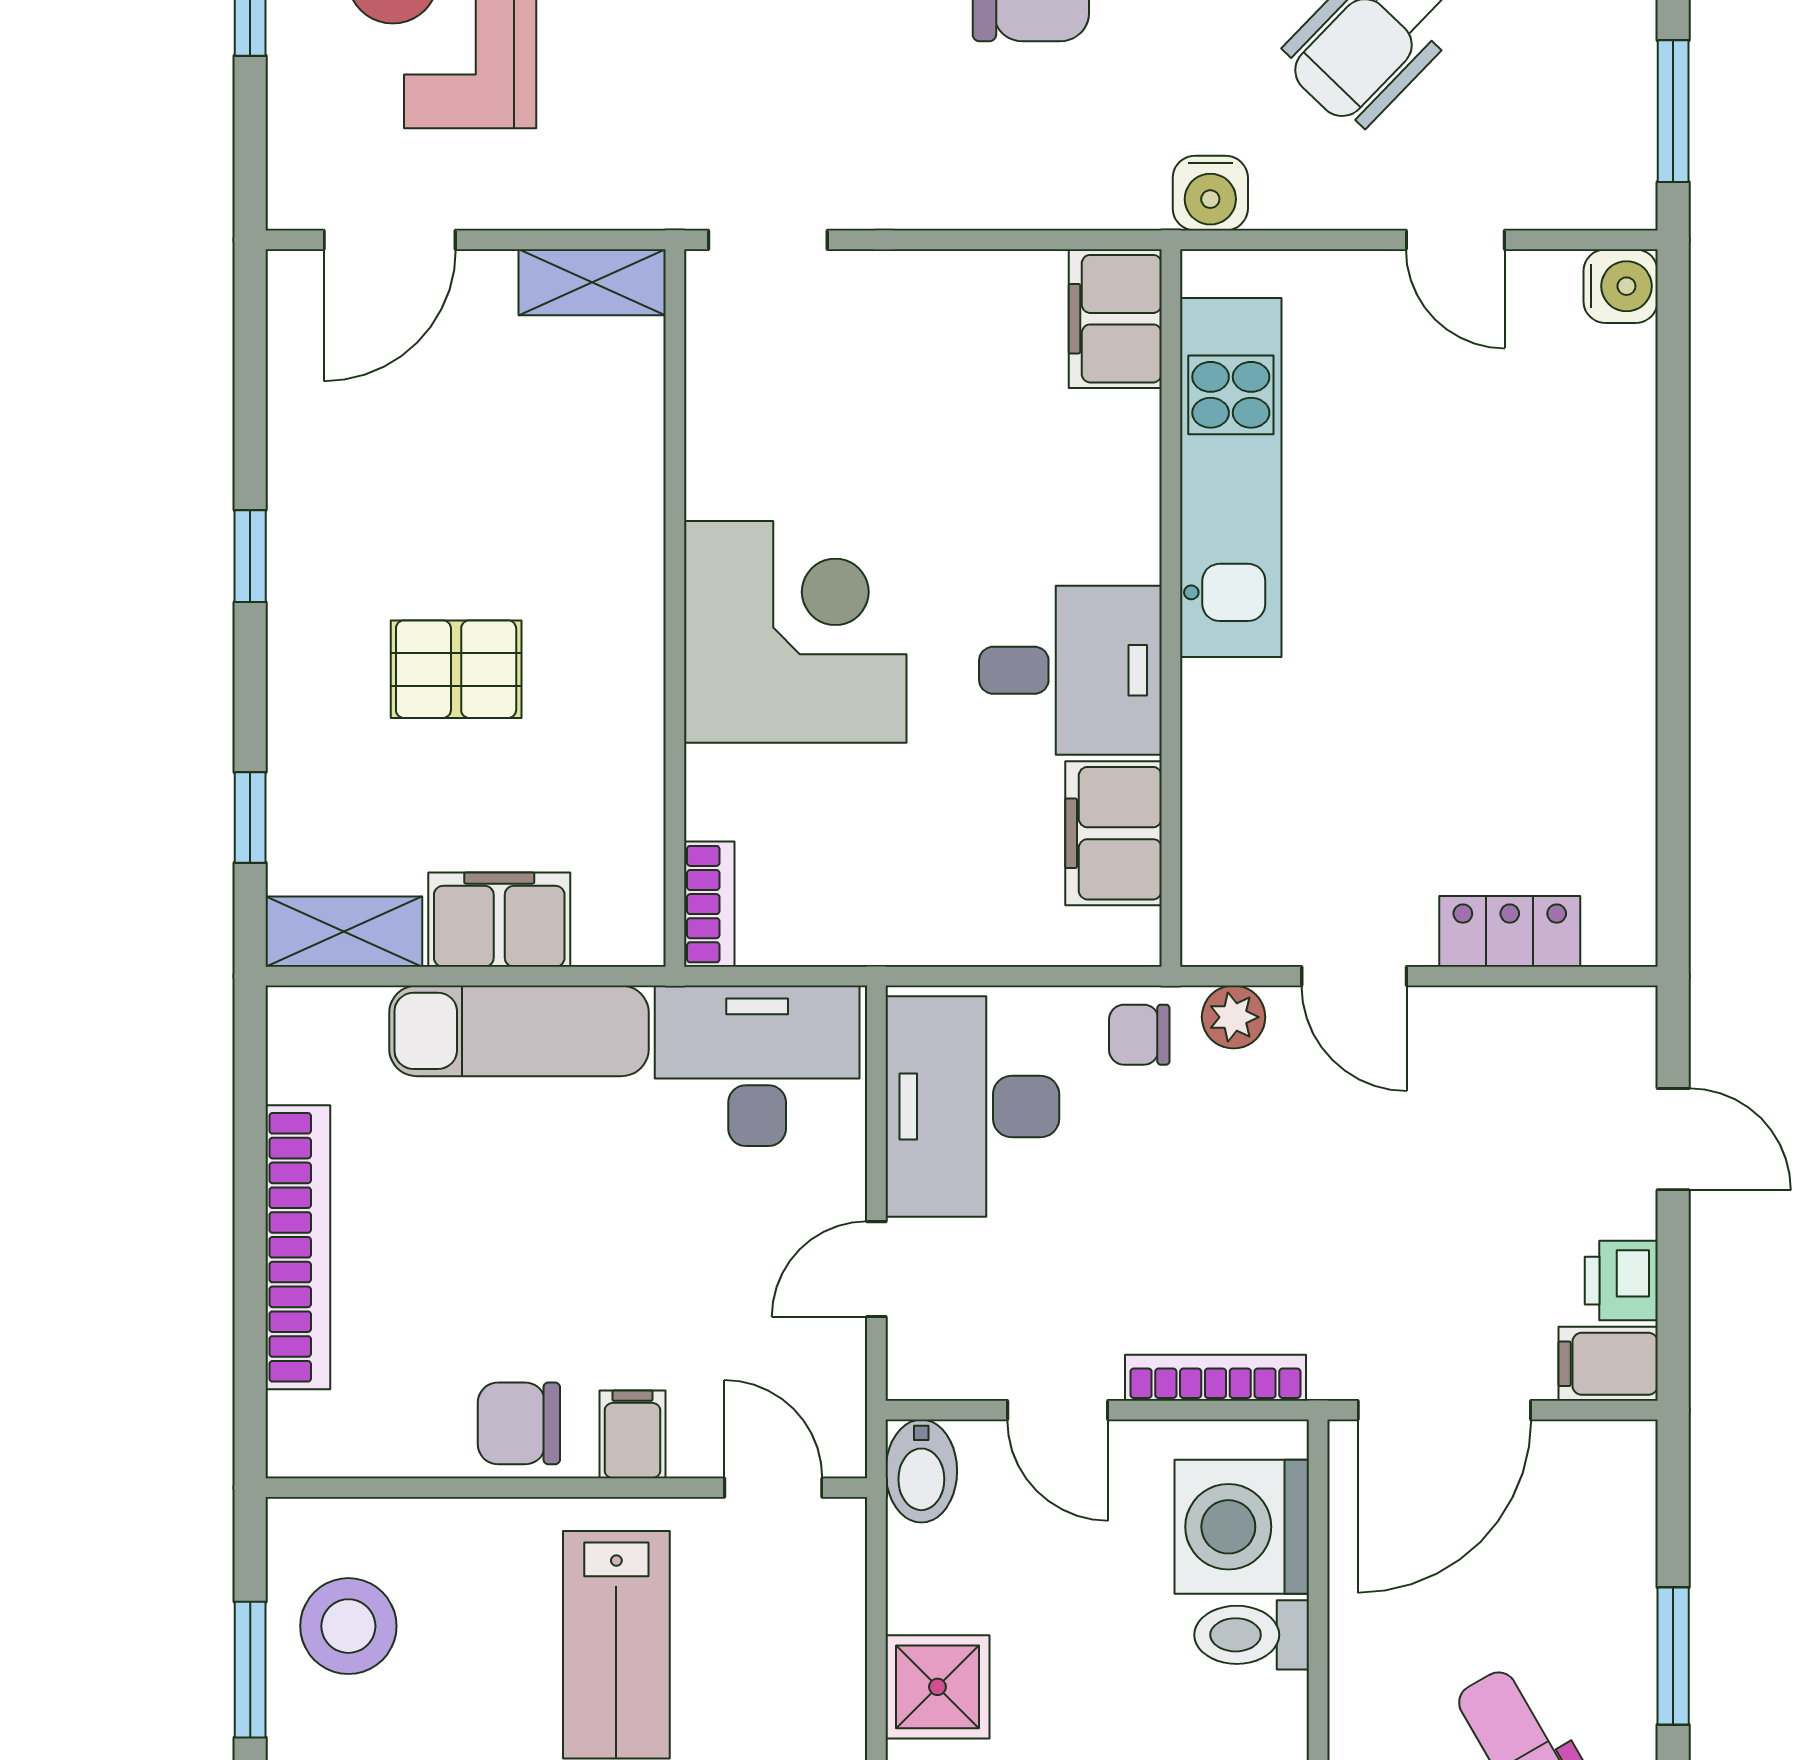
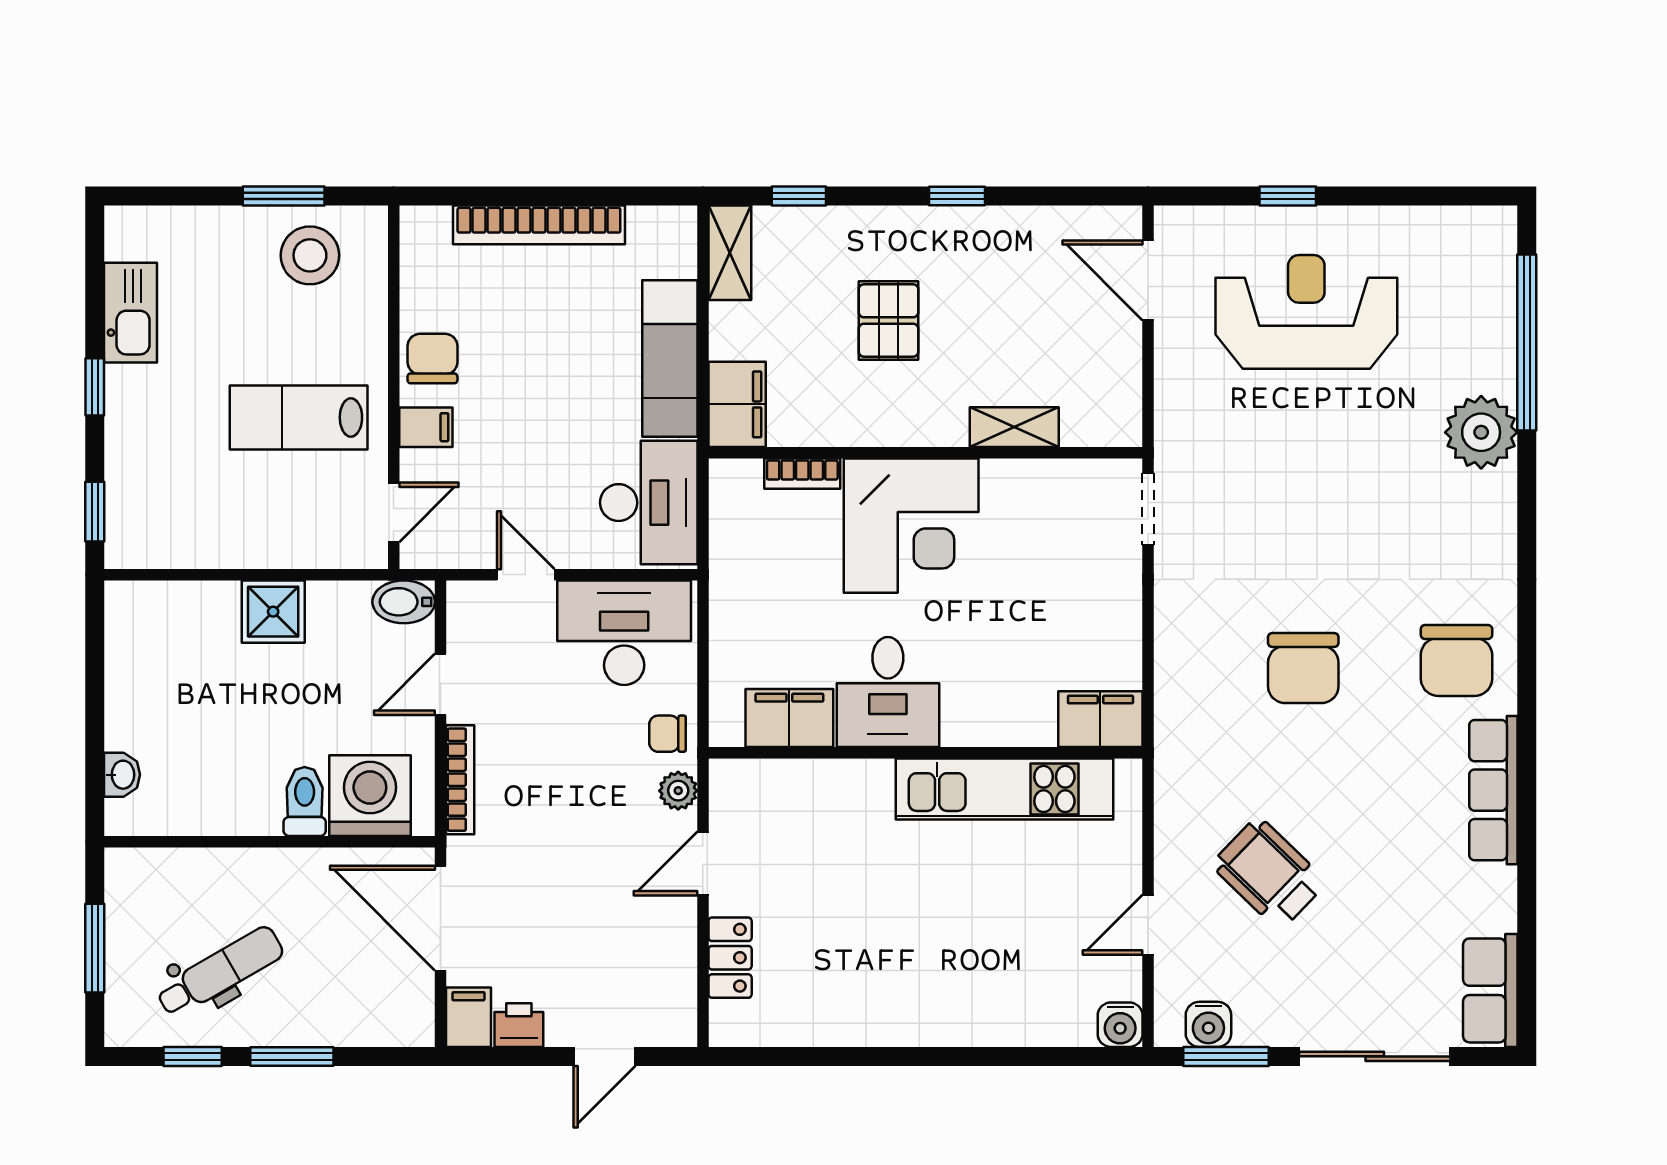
water cooler: (1210, 193) -> (1208, 1024), moved, turned -90
shelving: (592, 282) -> (1014, 427), moved, turned 90
bookcase: (709, 904) -> (802, 474), moved
filing cabinet: (499, 920) -> (737, 404), moved
chair: (1139, 1035) -> (668, 734), turned -90

